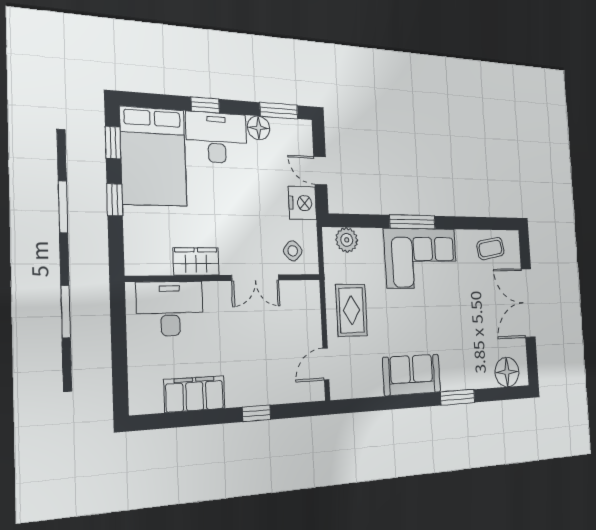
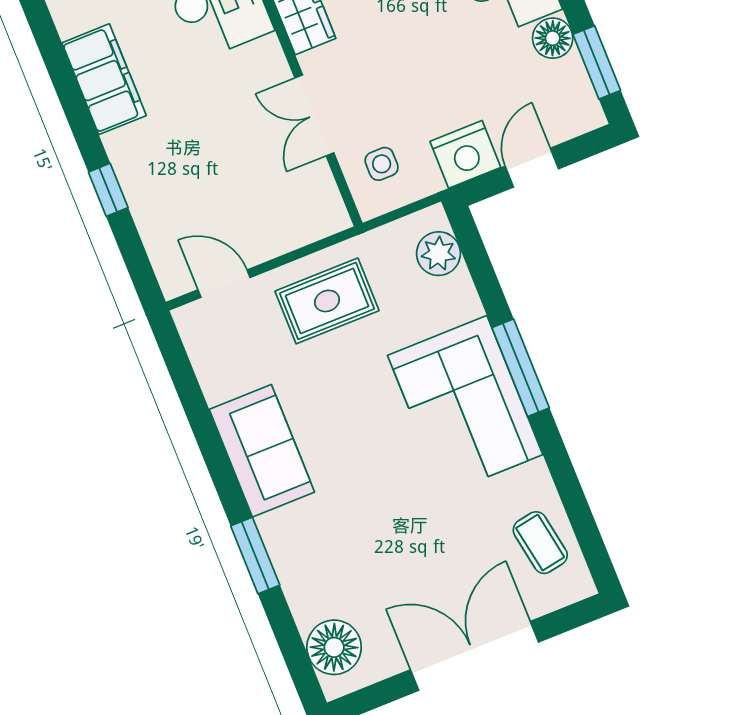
side table: (293, 251) -> (382, 164), turned 45

